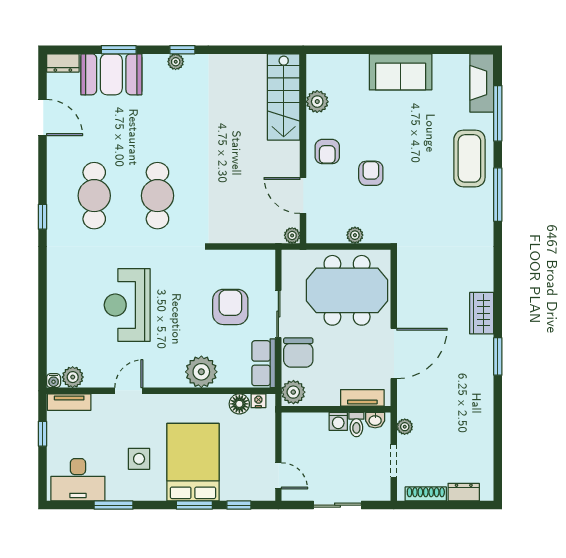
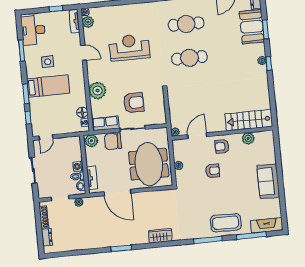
wardrobe: (482, 313) -> (160, 236), moved
bed: (193, 462) -> (48, 86), width x0.67

